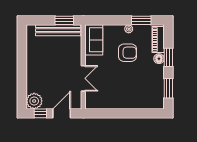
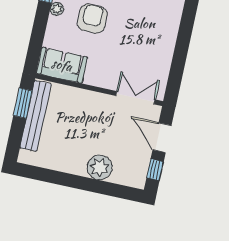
double door: (83, 78) -> (135, 98), moved
plant: (34, 101) -> (100, 167), moved

